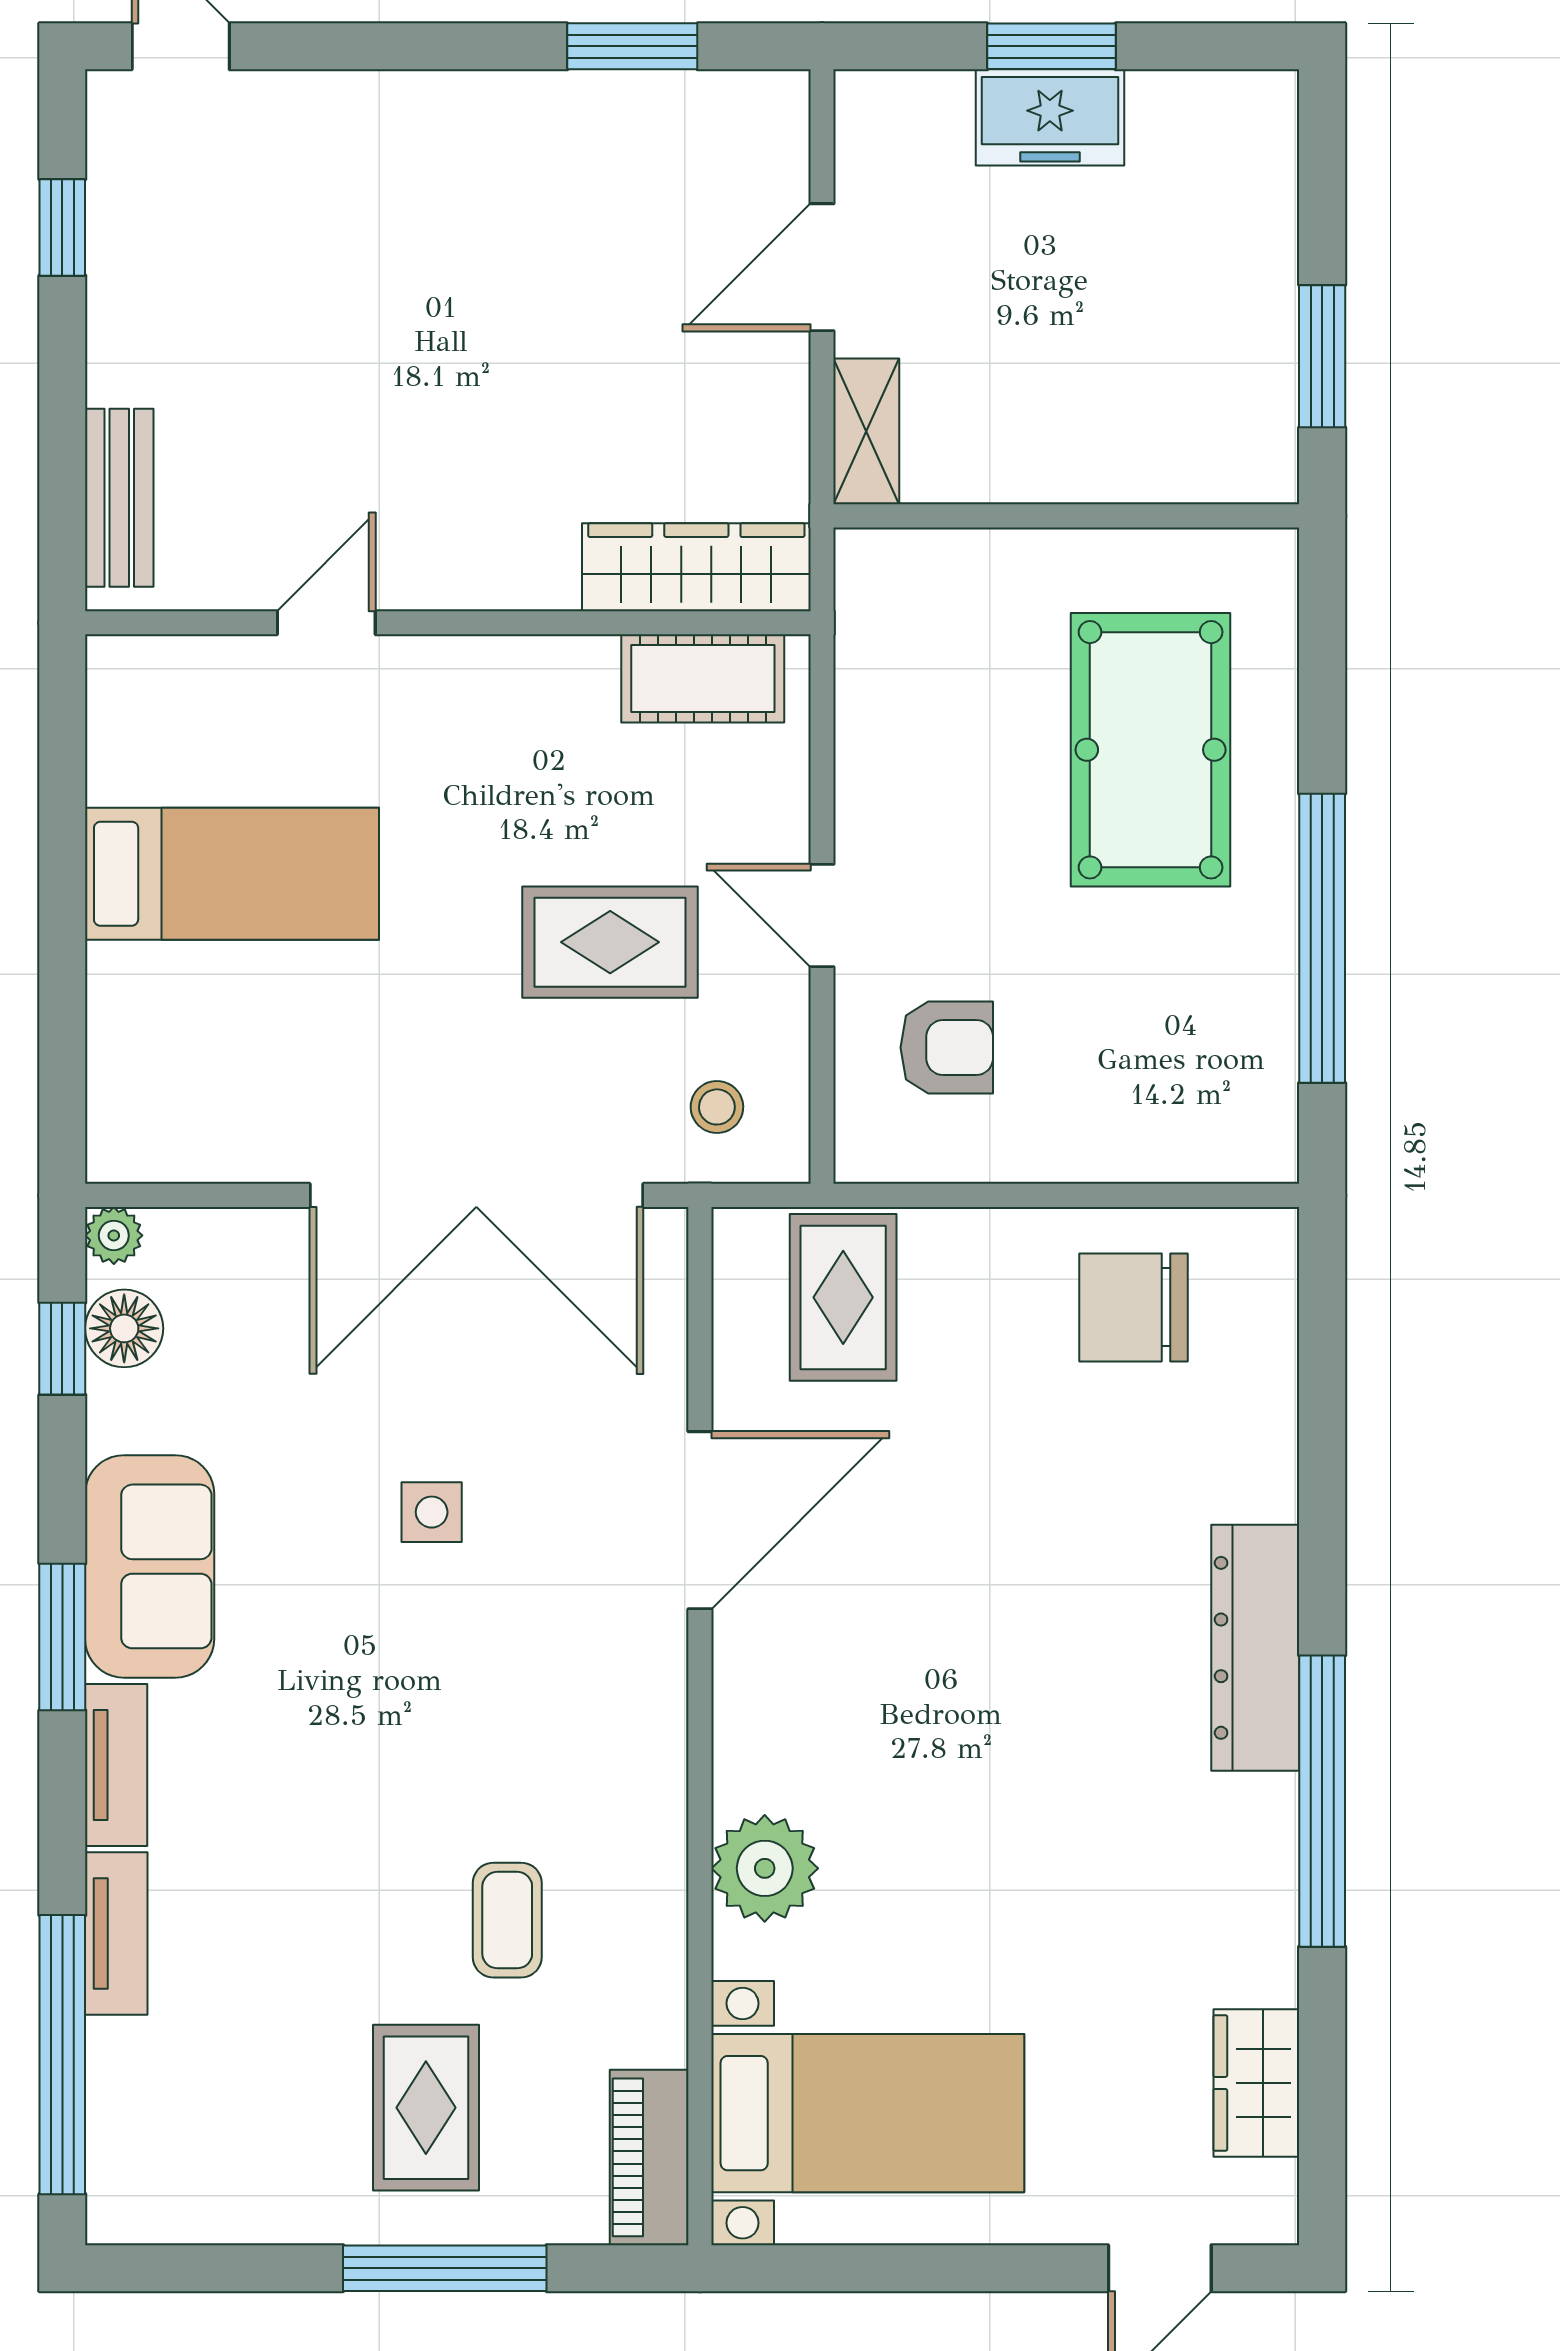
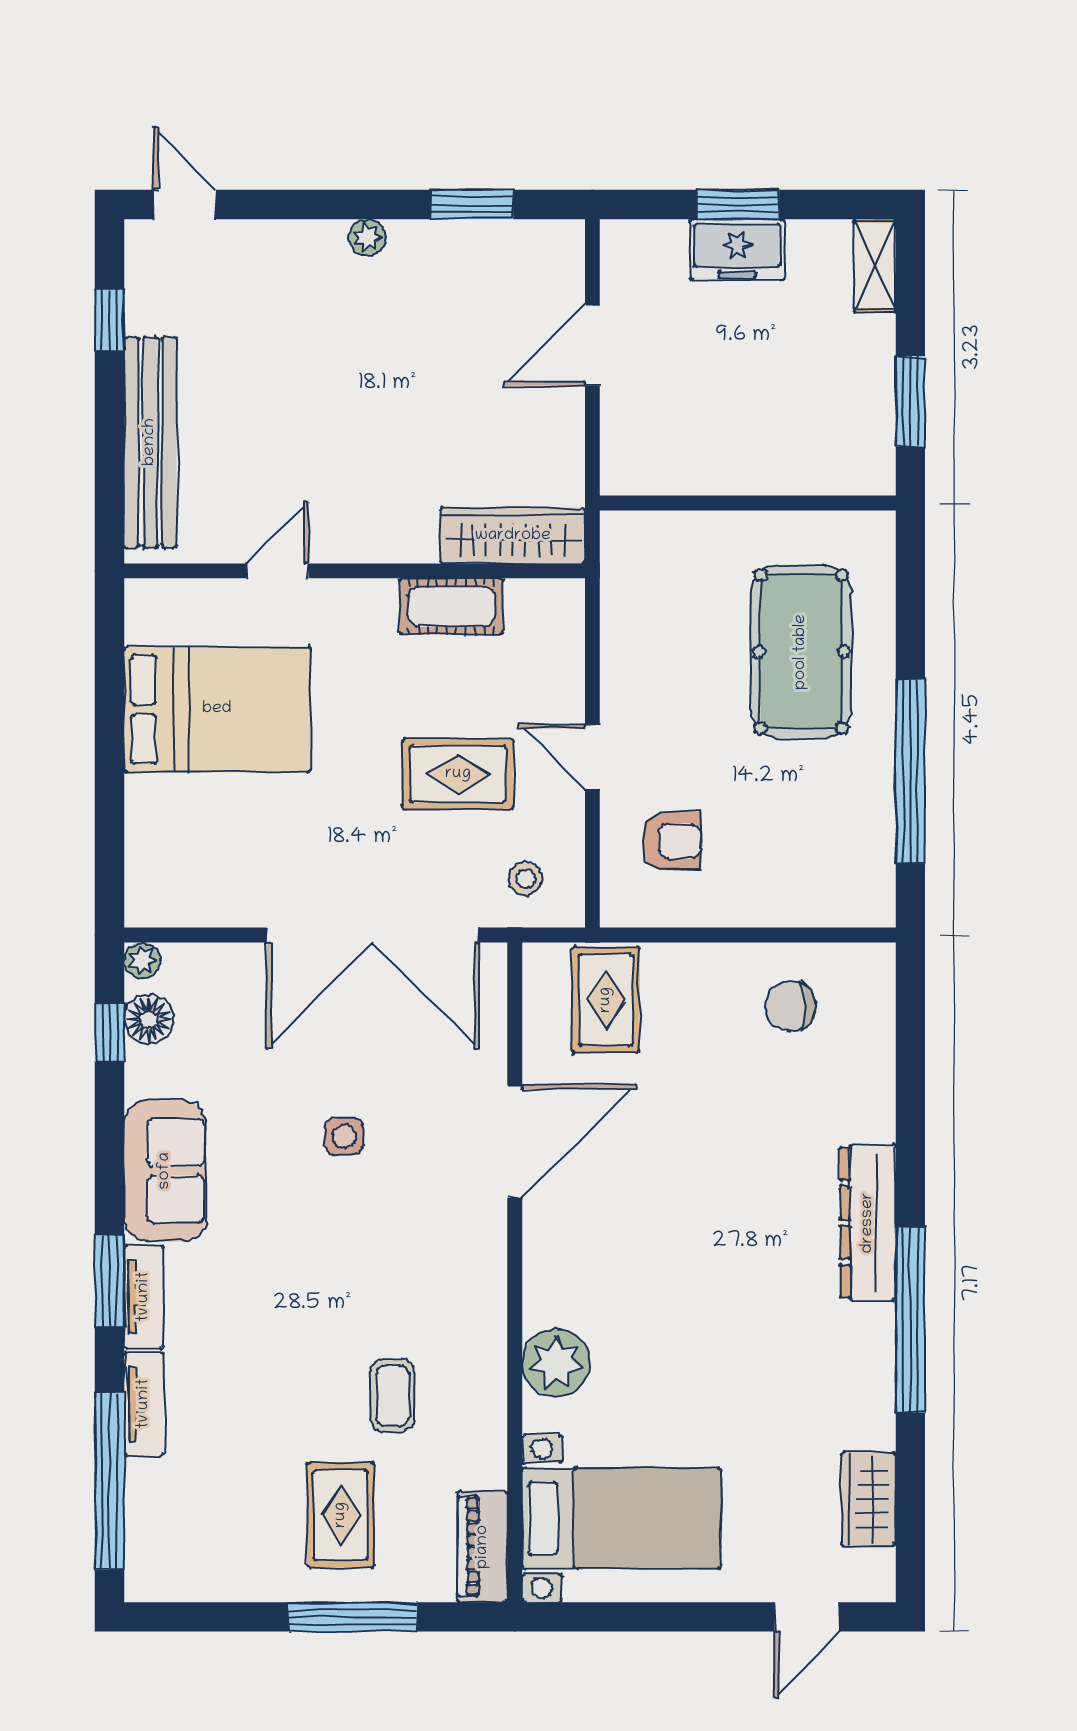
plant: (468, 98) -> (368, 237), added
shelving: (866, 431) -> (875, 266), moved
bench: (119, 498) -> (150, 442), width x1.86, depth x1.21
cot: (703, 678) -> (451, 606), moved
bed: (232, 874) -> (217, 709), width x1.50
chair: (1134, 1307) -> (790, 1006), width x0.73, depth x0.73
window: (62, 1637) -> (109, 1281), moved

